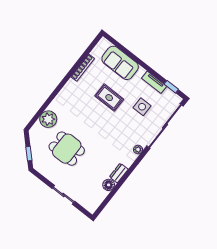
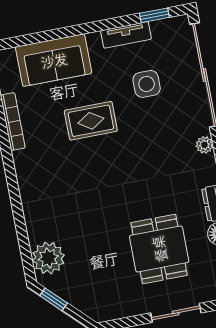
plant: (48, 119) -> (48, 258), moved
dining table: (67, 149) -> (159, 249), moved, turned 90
window: (29, 154) -> (54, 299), moved

